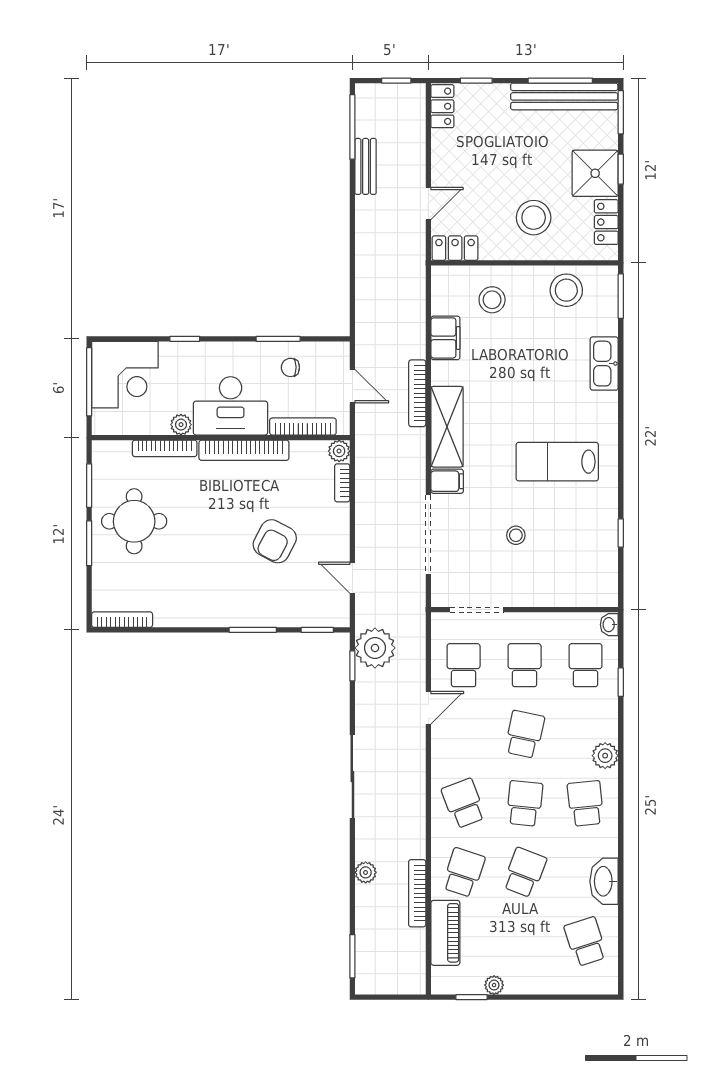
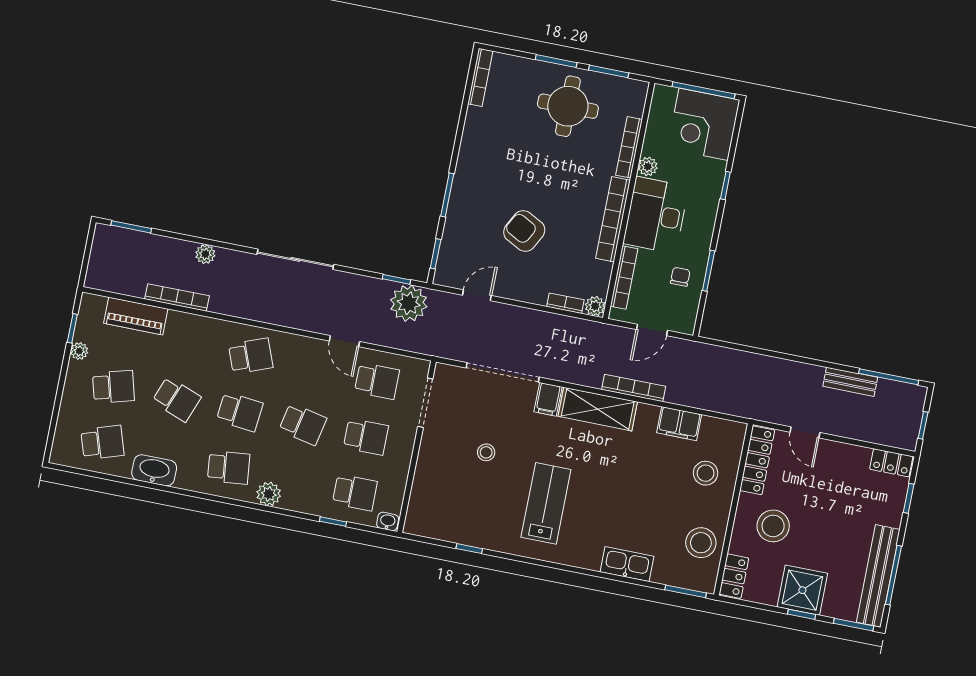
locker: (606, 222) -> (734, 576), moved, turned 90
locker: (455, 248) -> (757, 460), width x1.53
school desk: (464, 872) -> (113, 387), moved, turned -33

